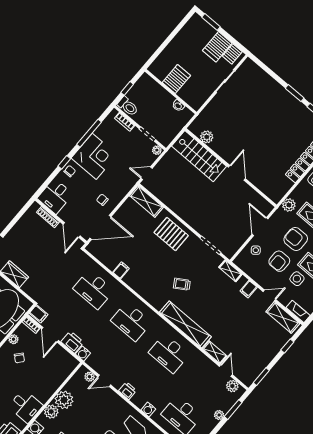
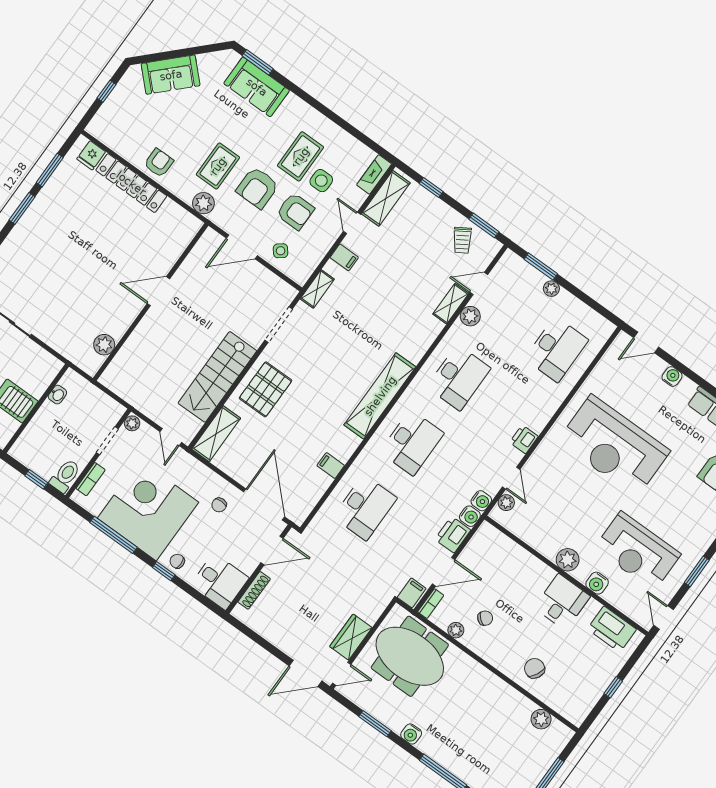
corner desk: (94, 156) -> (148, 510), width x1.36, depth x1.36
stairs: (199, 156) -> (217, 377), moved, turned 180
trolley: (182, 284) -> (462, 240), moved
shelving: (185, 324) -> (380, 396), moved
plant: (232, 386) -> (470, 316), moved
plant: (64, 400) -> (547, 541), removed
water cooler: (148, 409) -> (481, 501), moved

